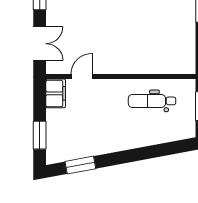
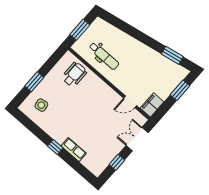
wheelchair: (166, 54) -> (74, 74), added

